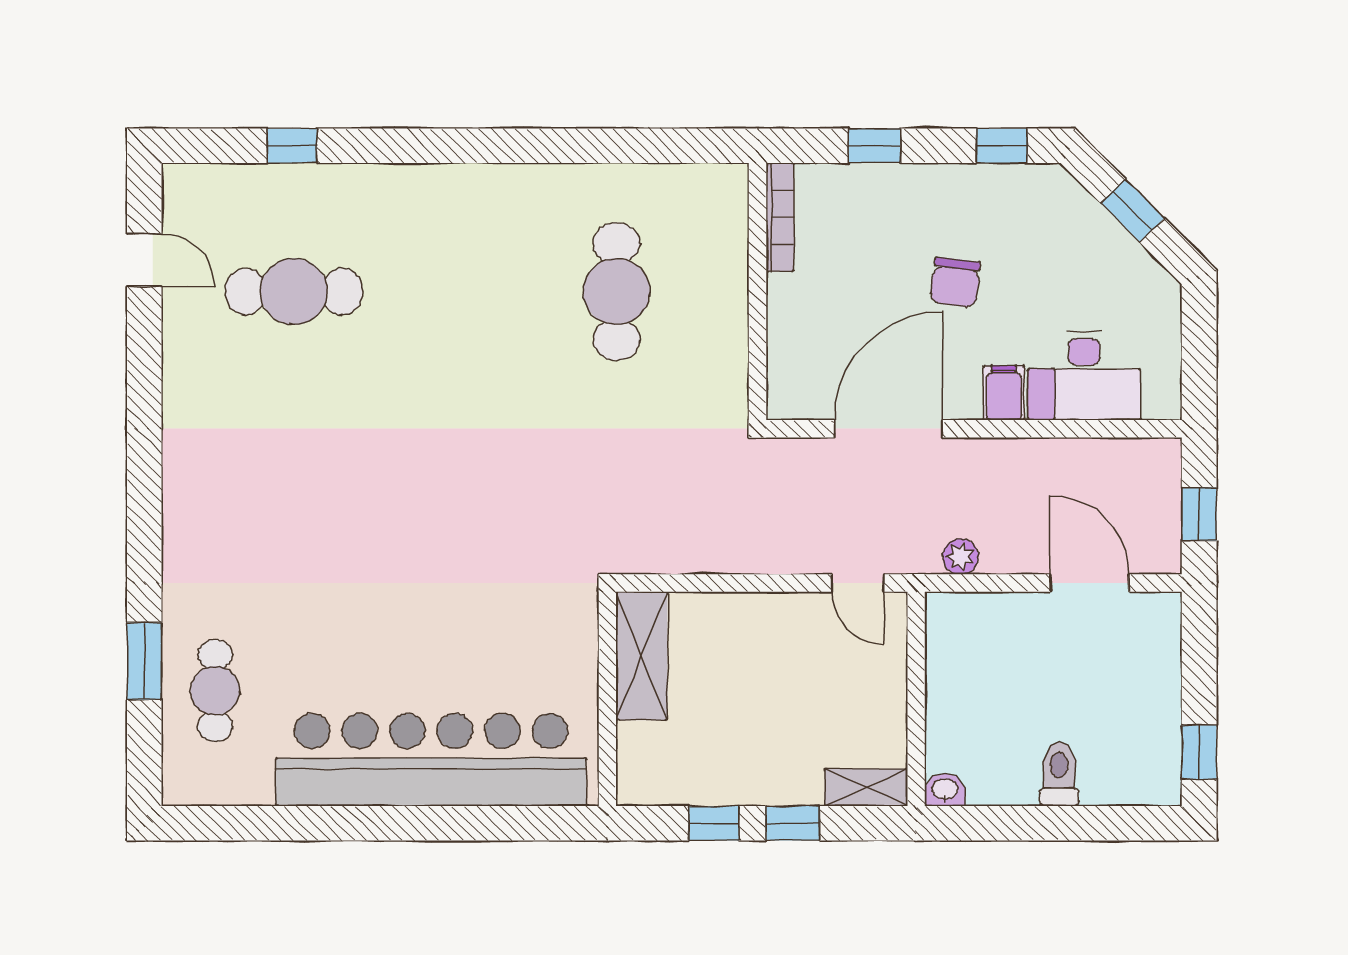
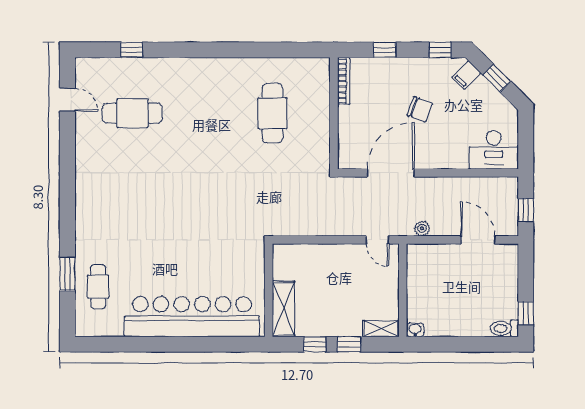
chair: (955, 282) -> (420, 109), turned -76
desk: (1084, 376) -> (494, 150), moved
filing cabinet: (1004, 393) -> (466, 75), moved, turned -135
shelving: (642, 656) -> (283, 309), moved
toilet: (1059, 774) -> (504, 328), moved, turned -90

